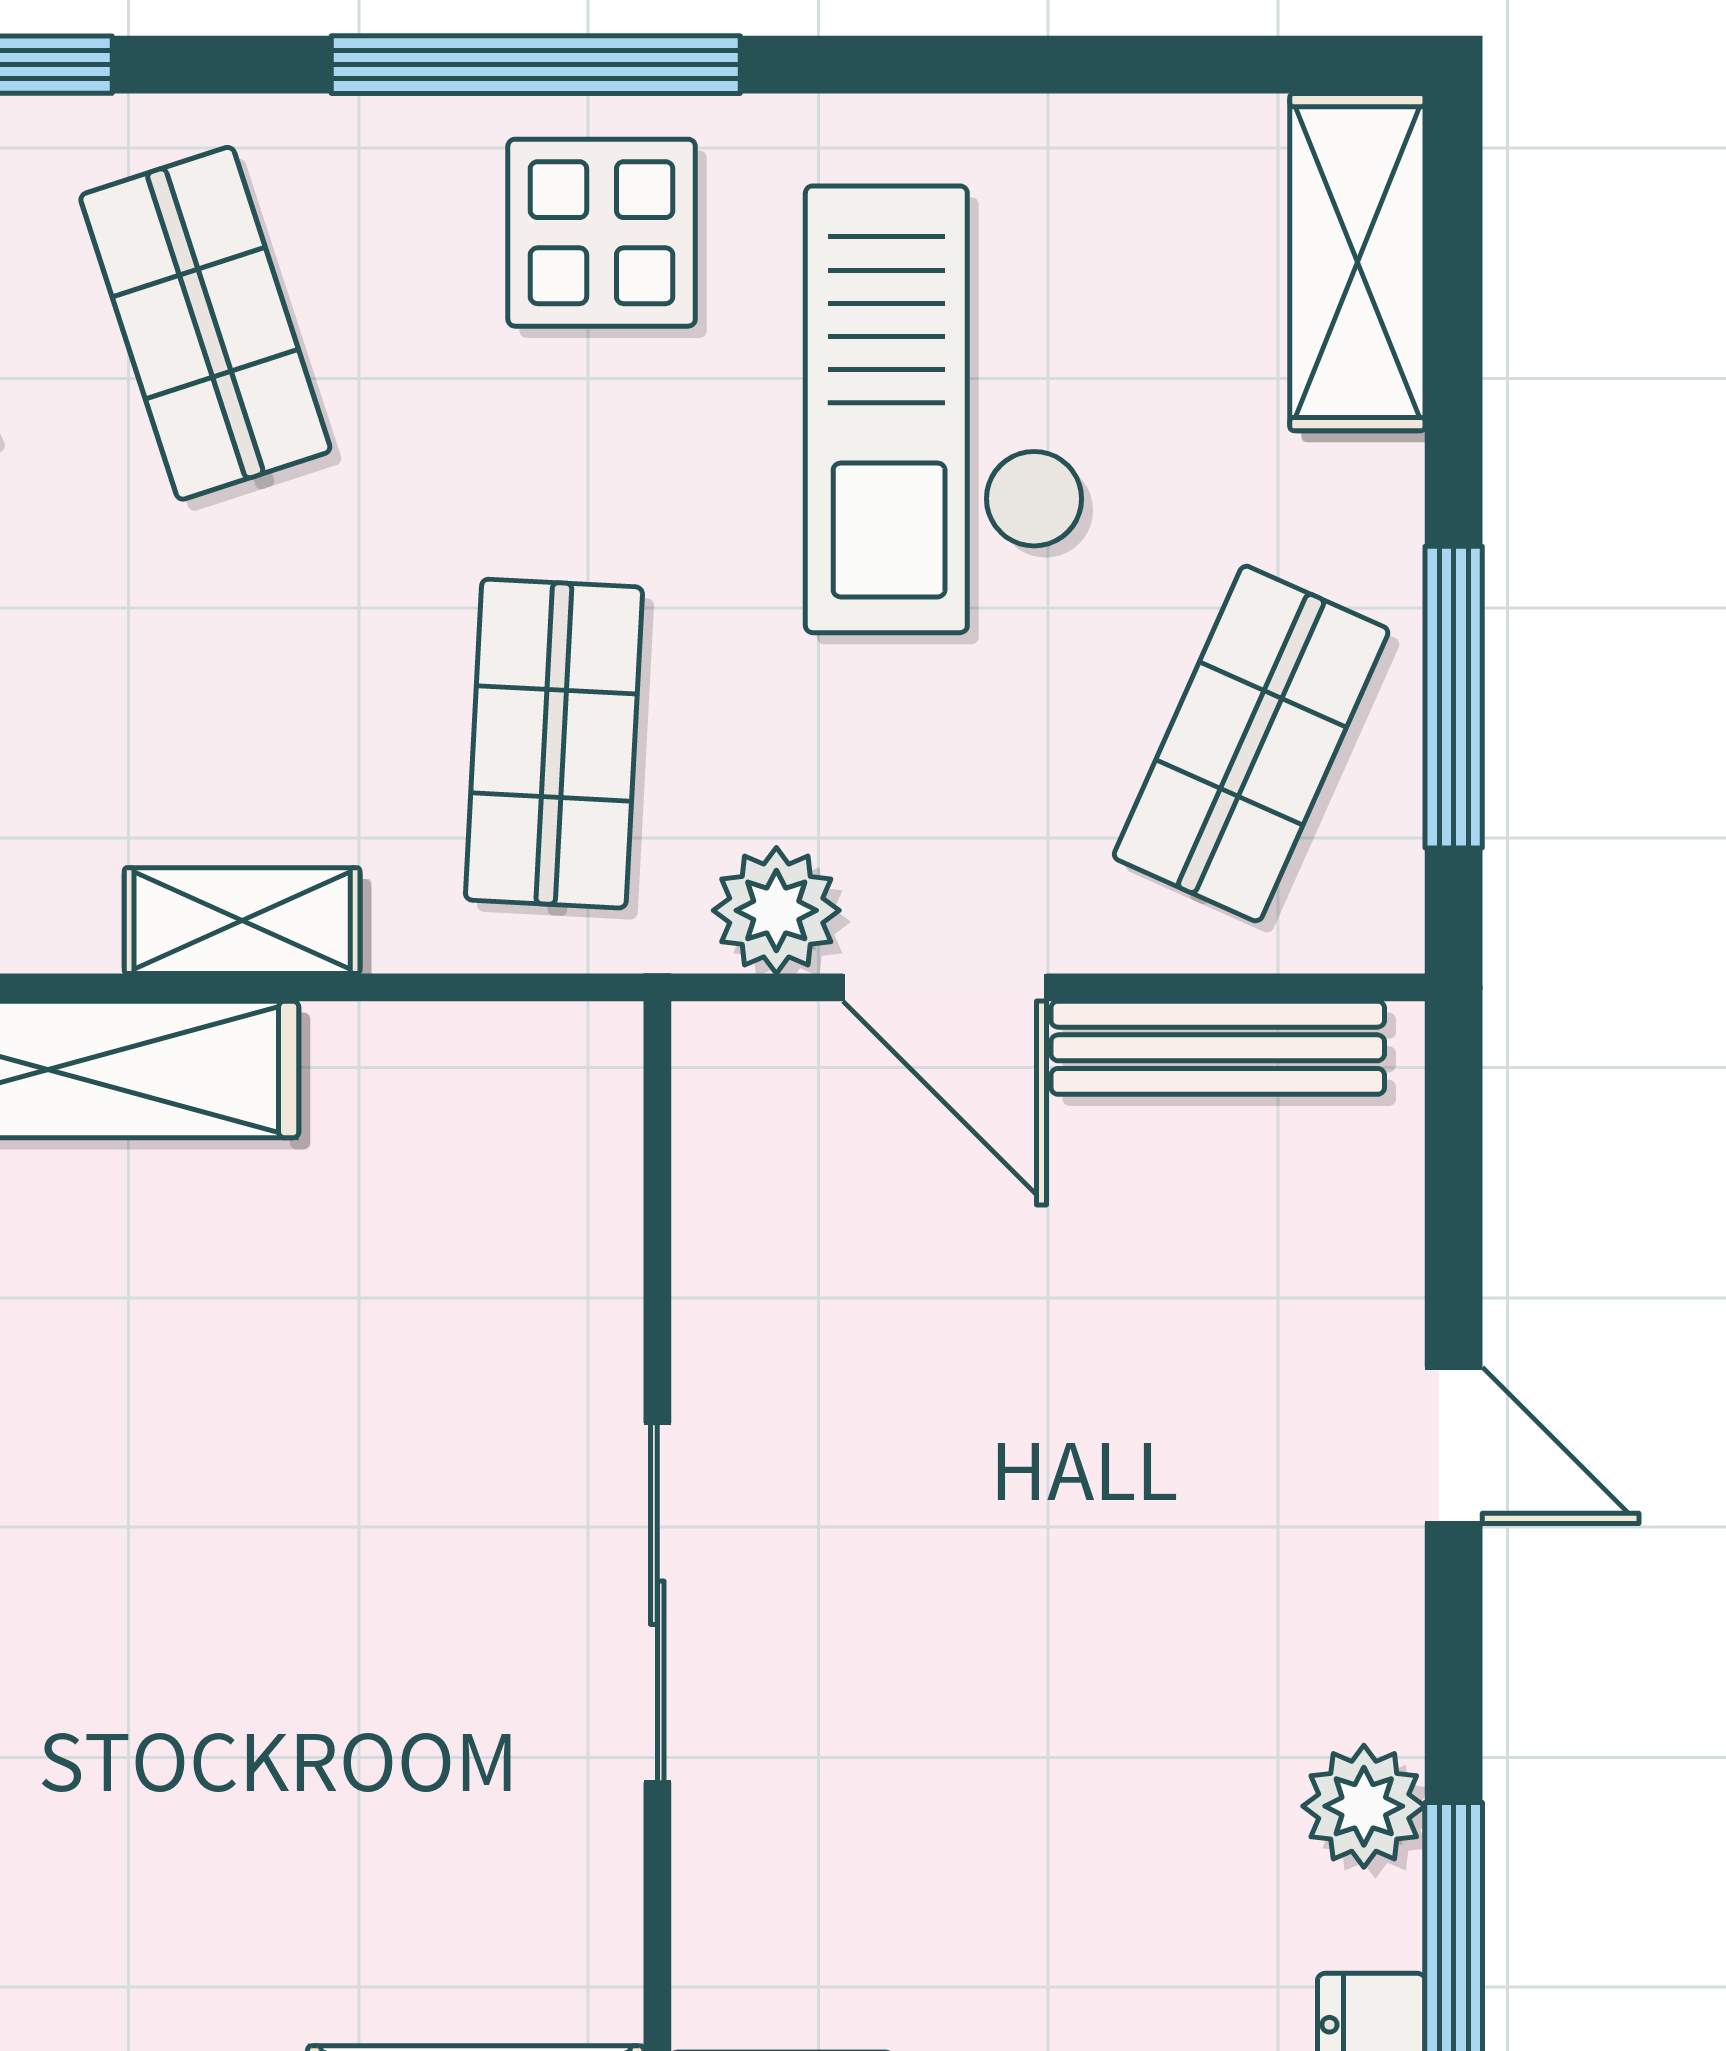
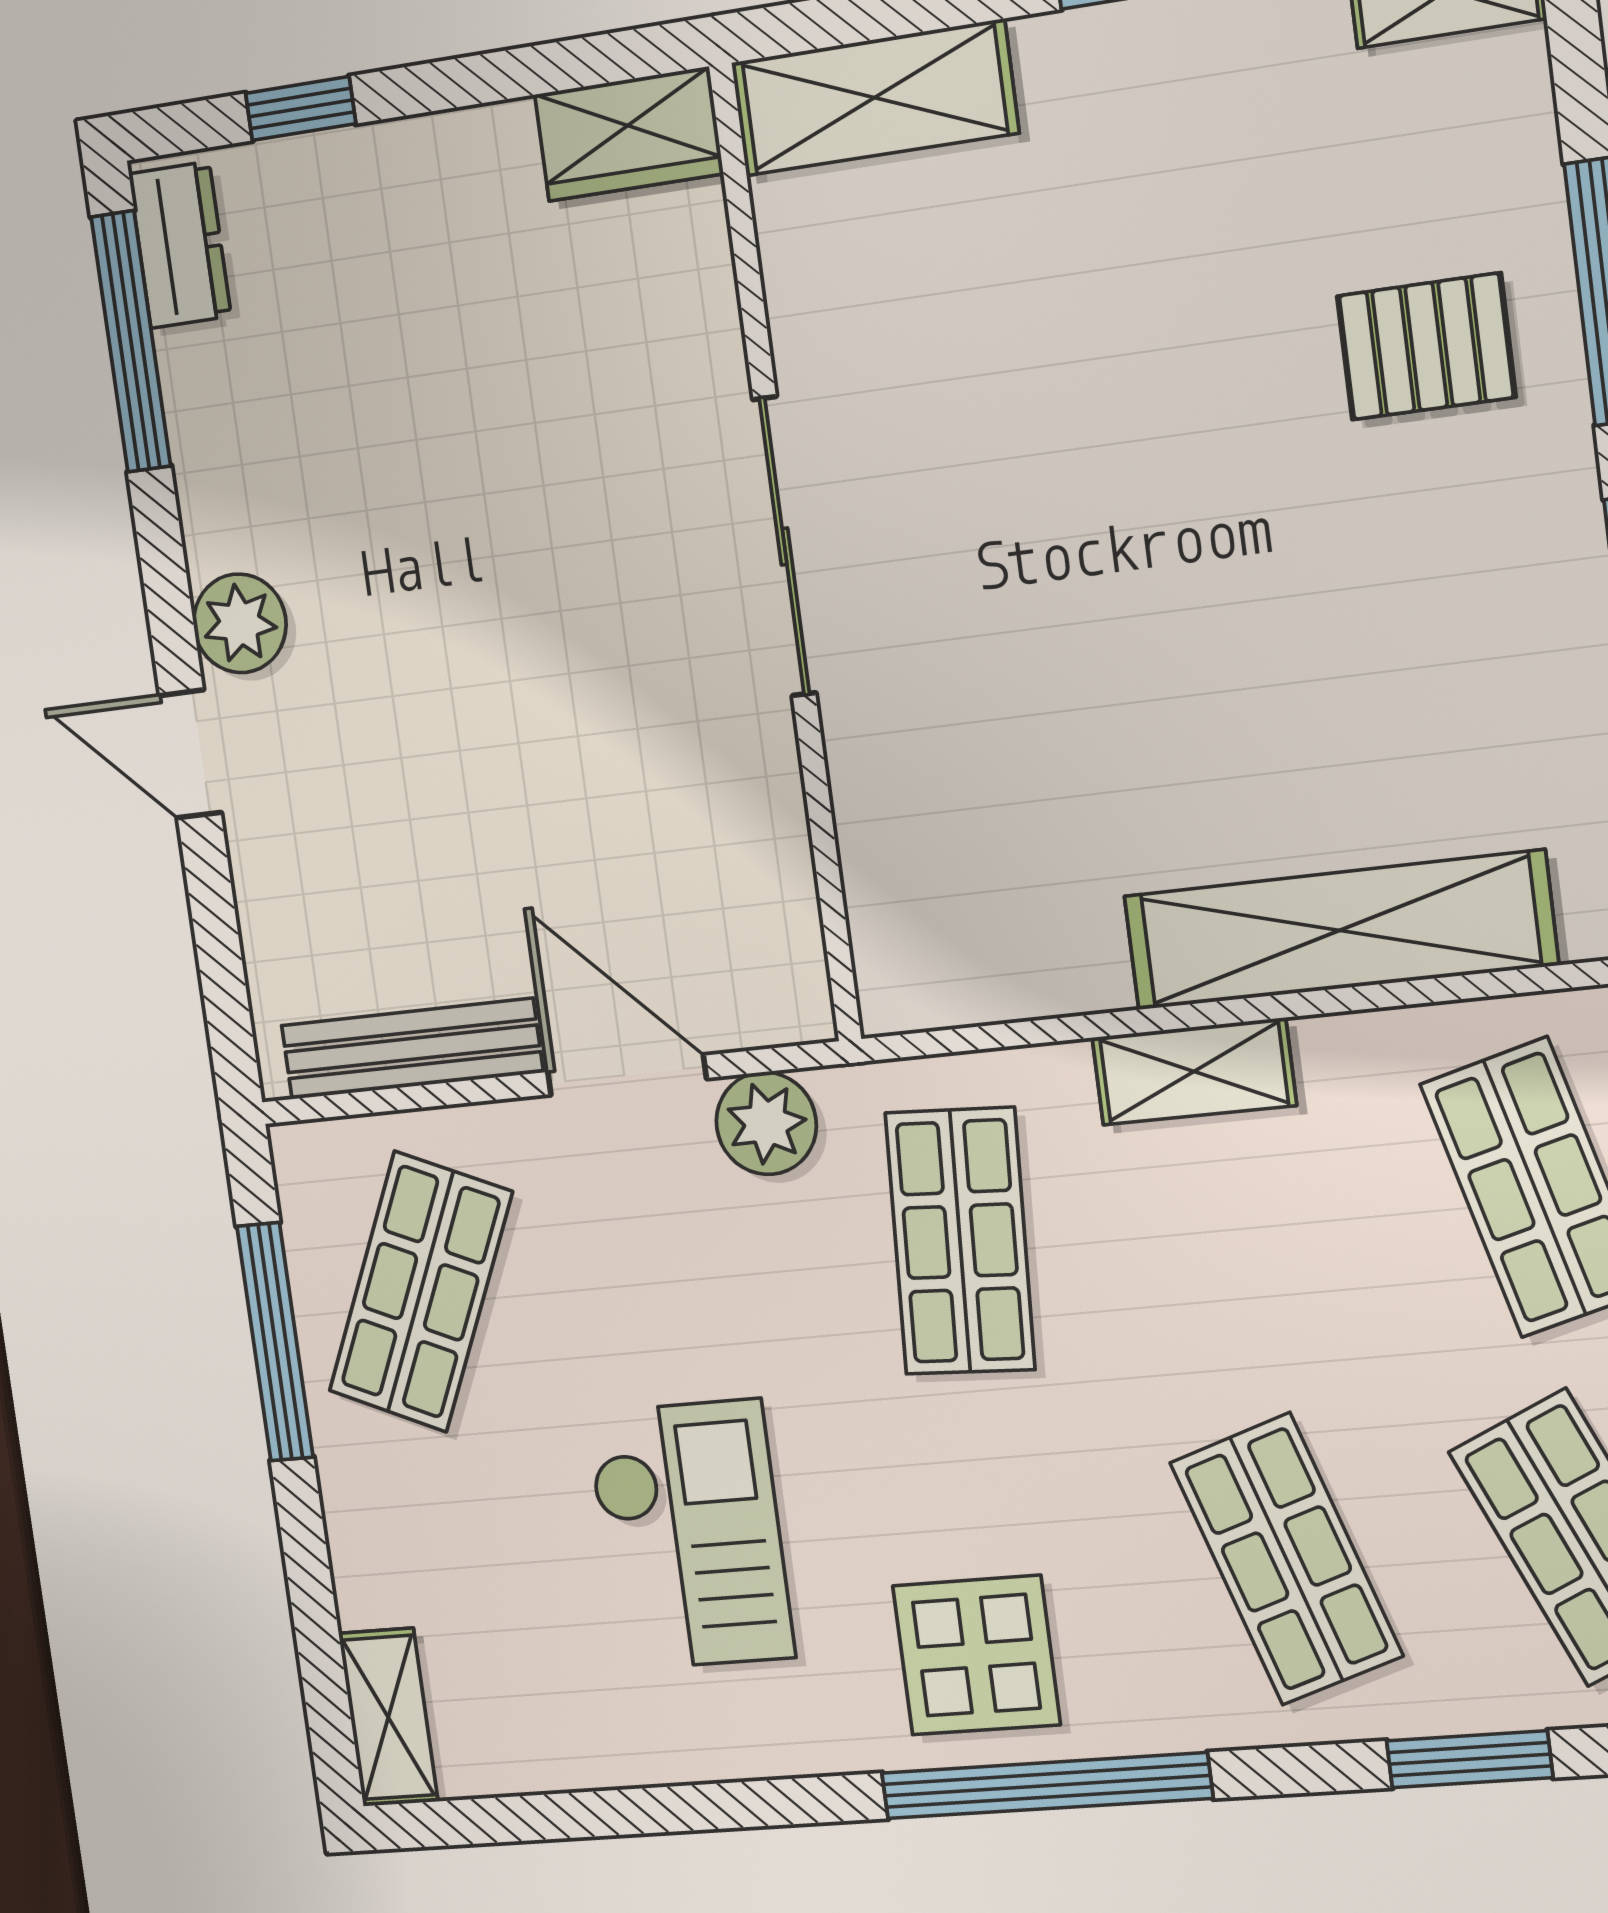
shelving: (1357, 262) -> (388, 1717), width x0.67, depth x0.75
checkout: (945, 409) -> (690, 1535), width x0.73, depth x0.83
plant: (1364, 1806) -> (240, 623), moved

